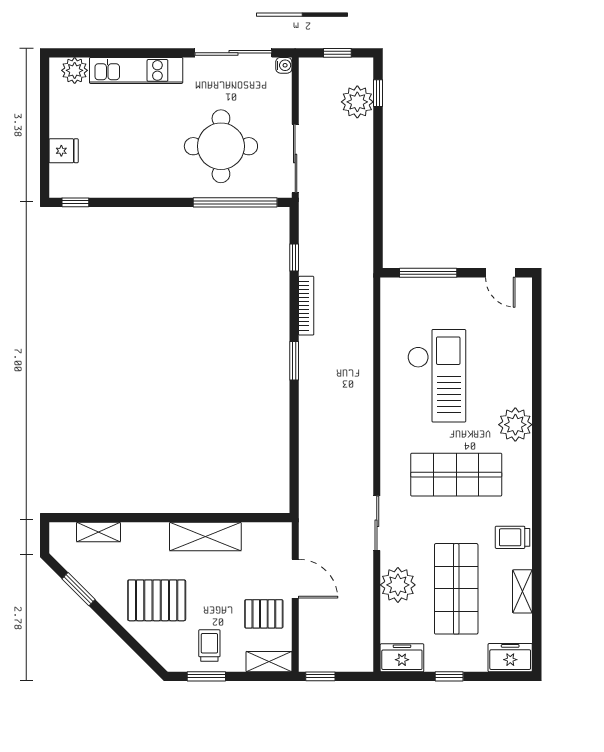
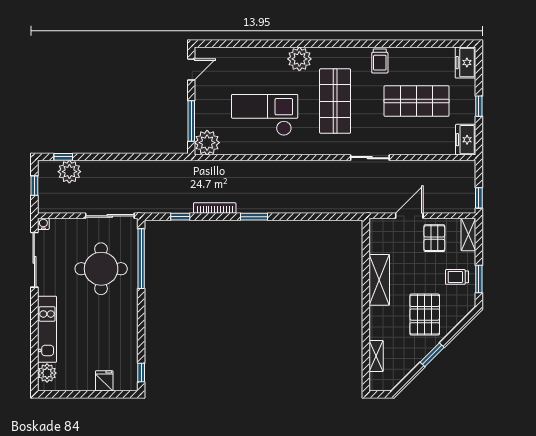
plant: (398, 585) -> (207, 143), moved
window: (79, 589) -> (432, 355), moved
shelving: (522, 591) -> (418, 54), removed

